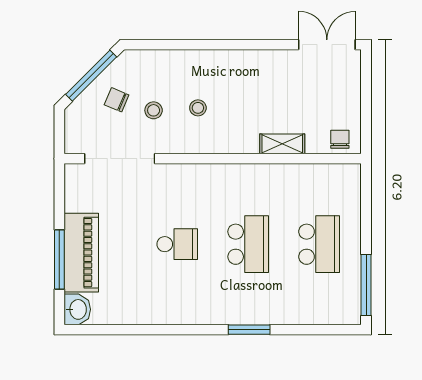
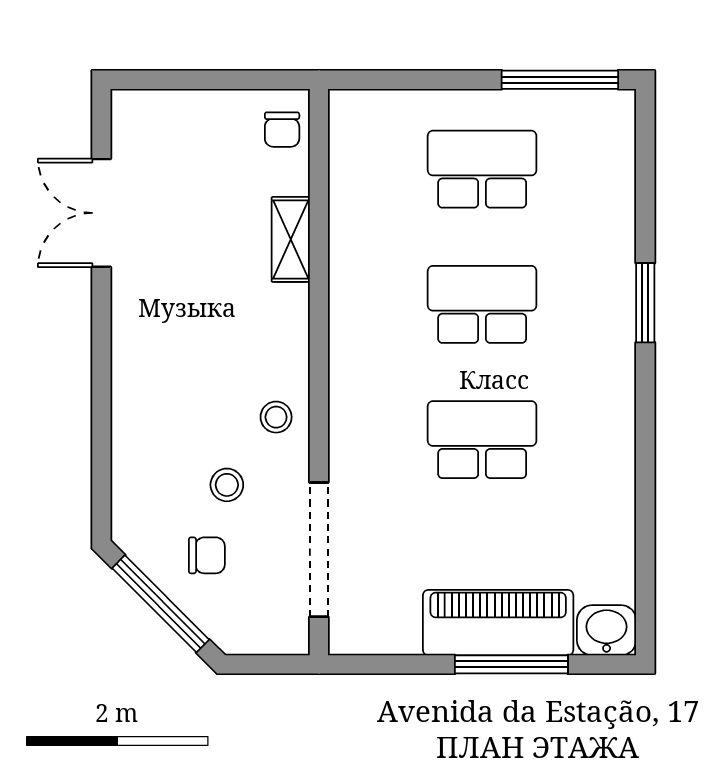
double door: (327, 45) -> (101, 213), moved
chair: (117, 100) -> (207, 555), turned -113
stool: (198, 108) -> (276, 417), moved
chair: (340, 139) -> (282, 130), turned -90
school desk: (177, 244) -> (482, 440), width x1.85

